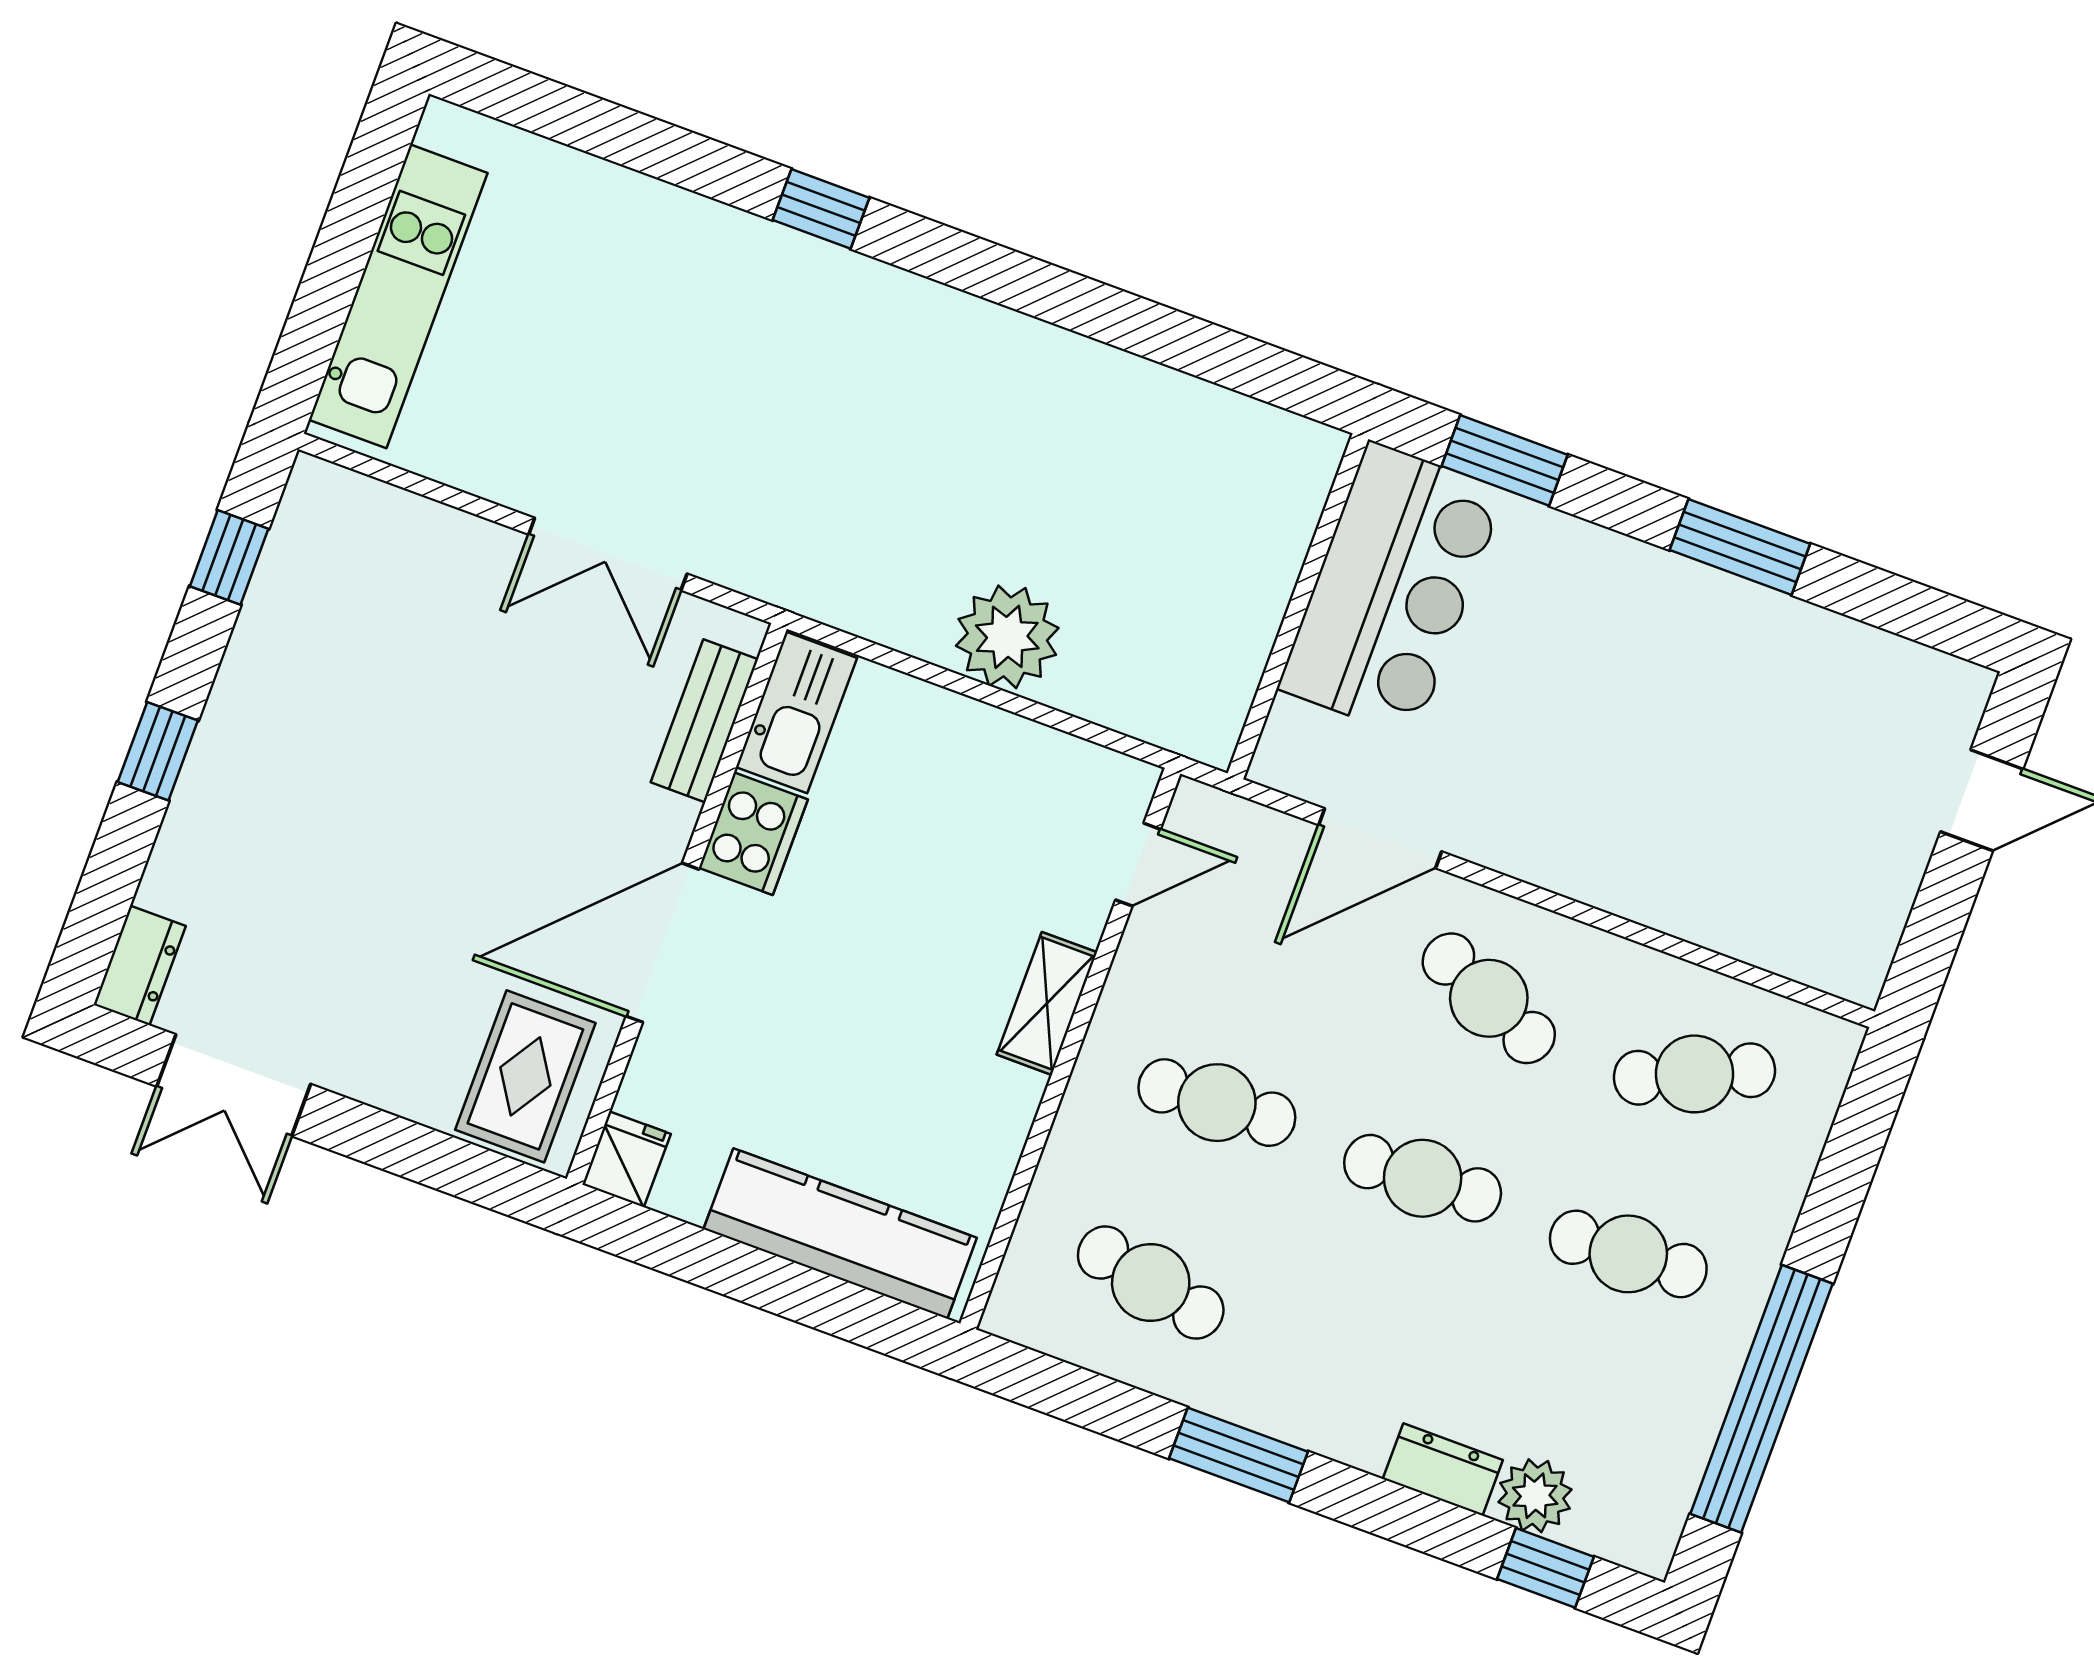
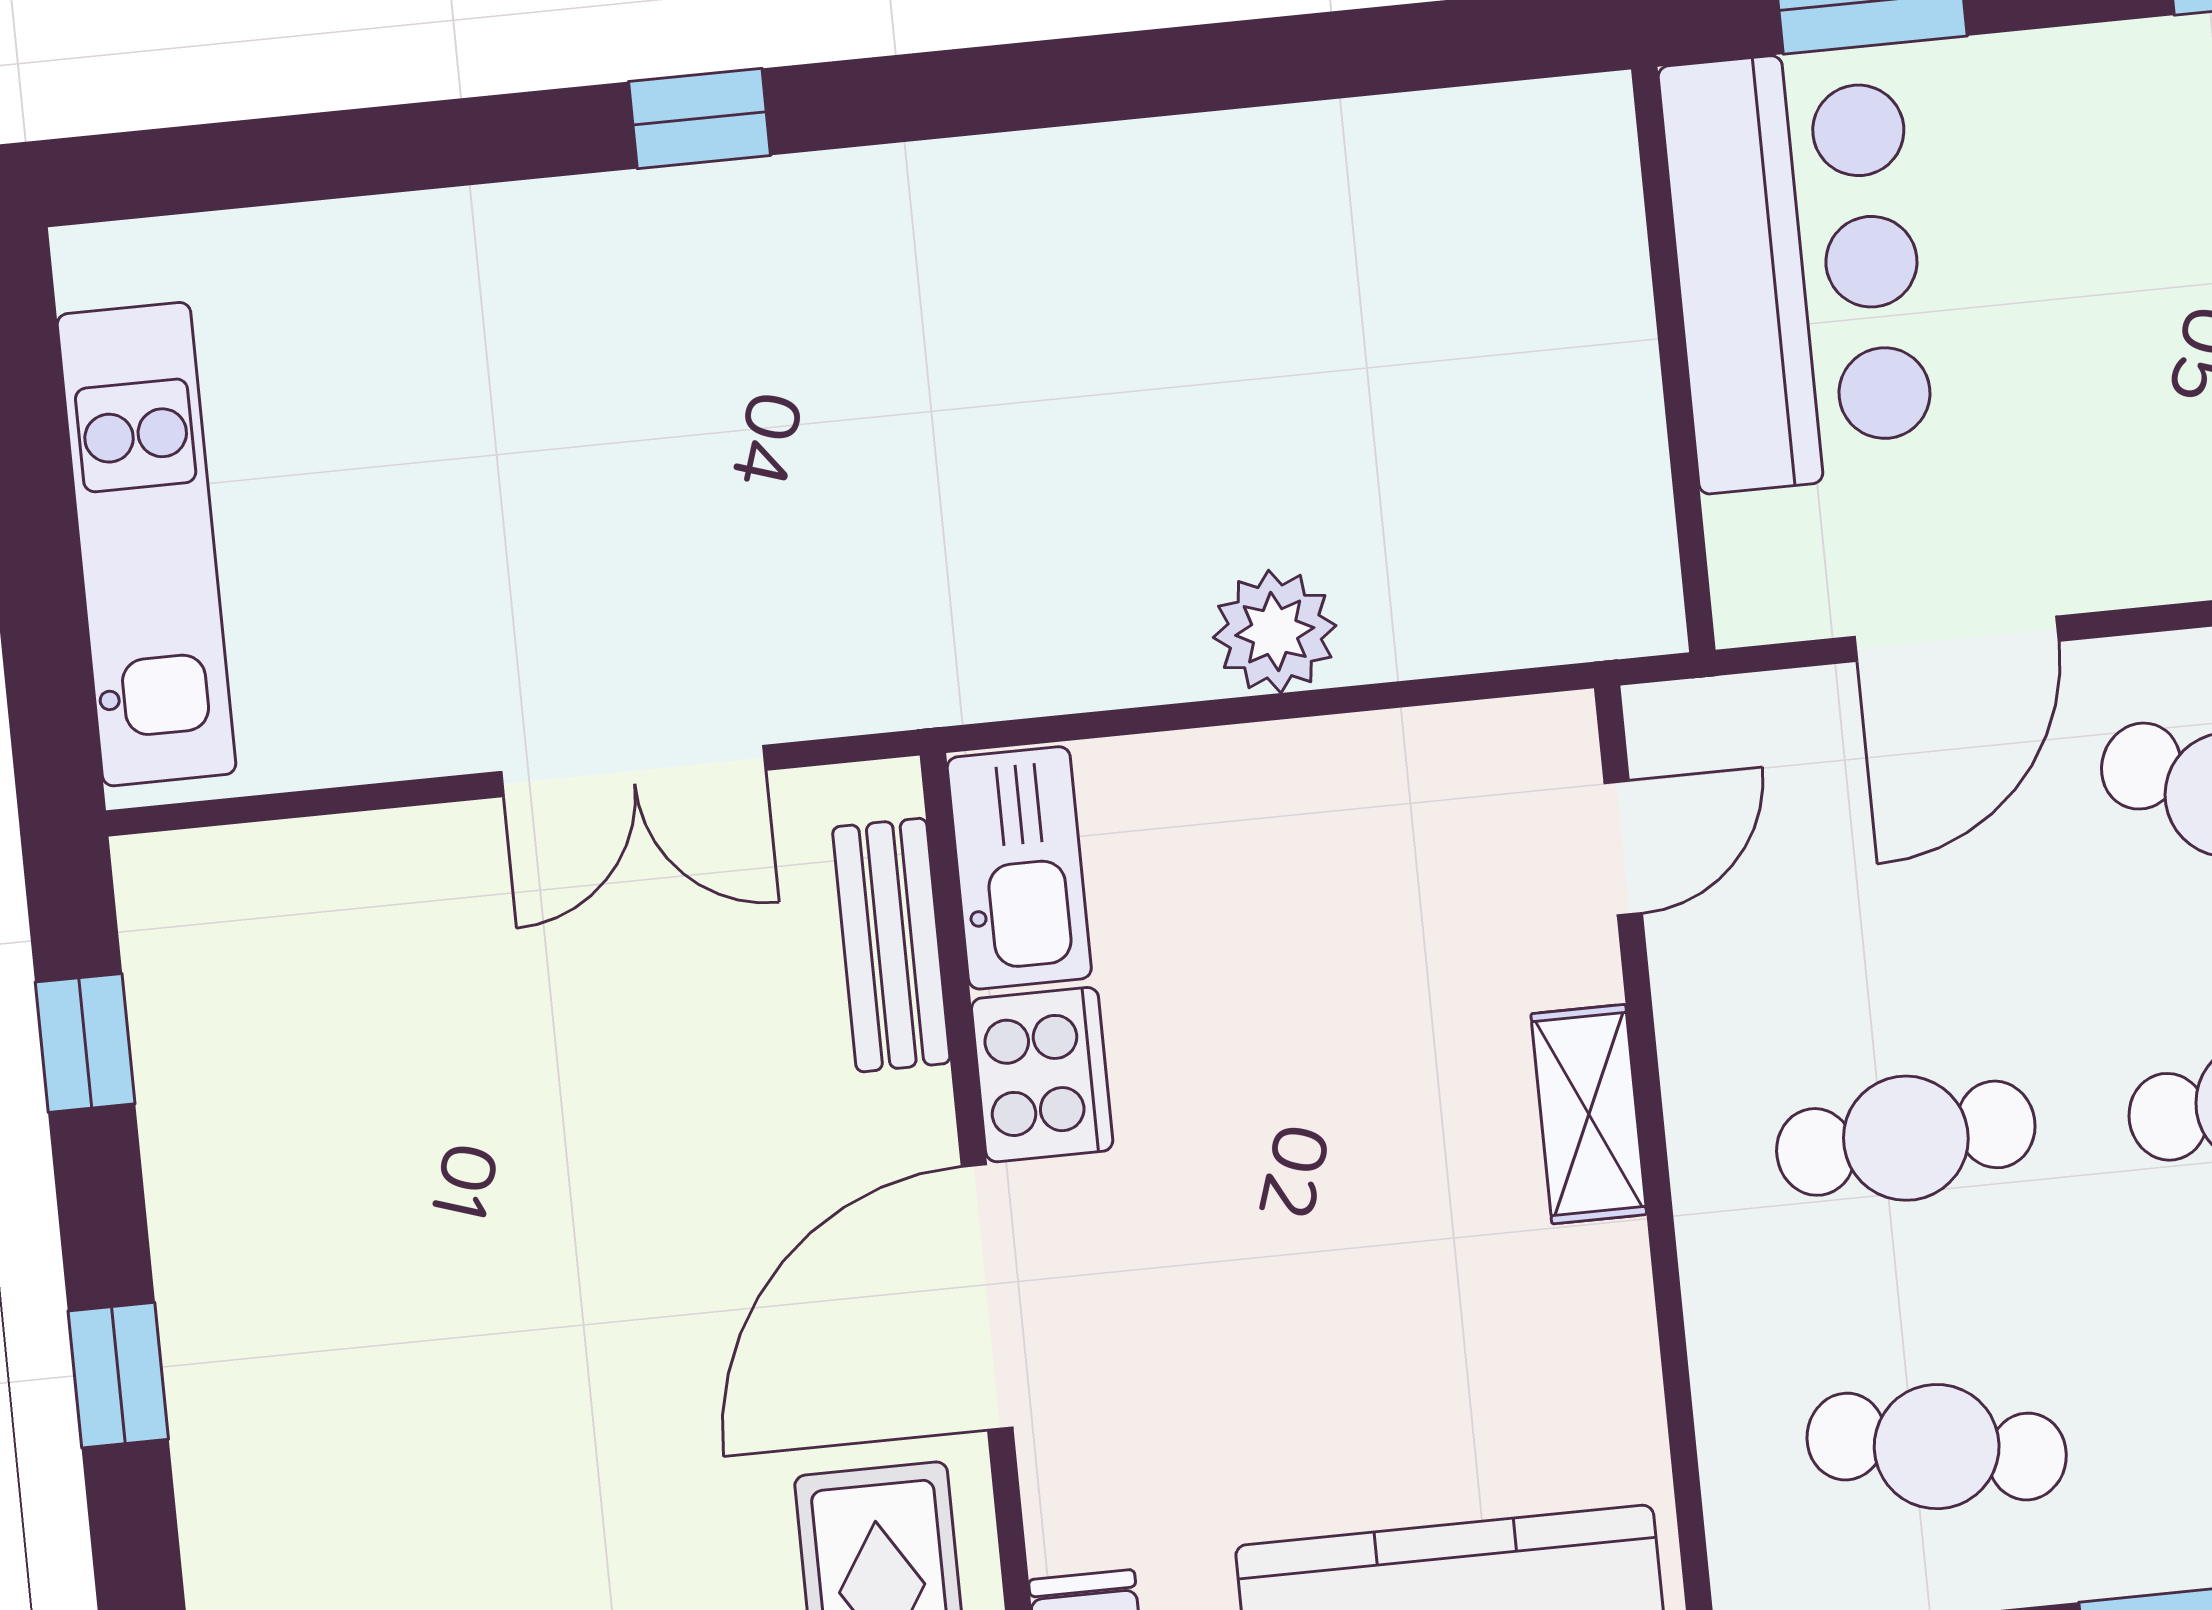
plant: (1007, 637) -> (1275, 632), width x0.73, depth x0.73

